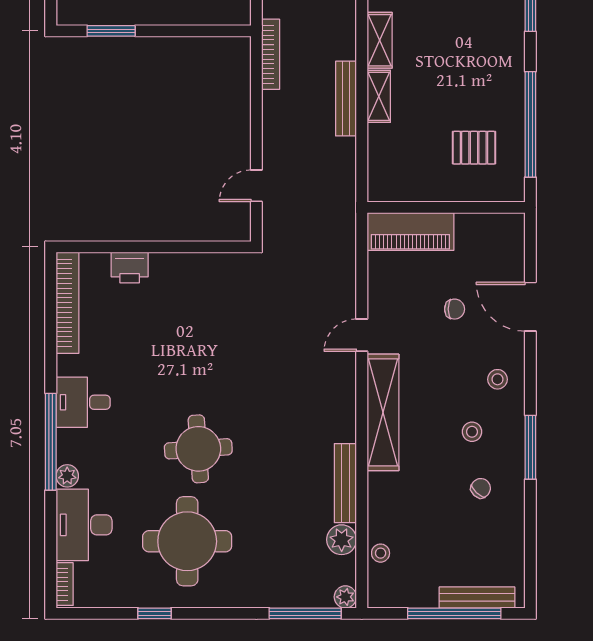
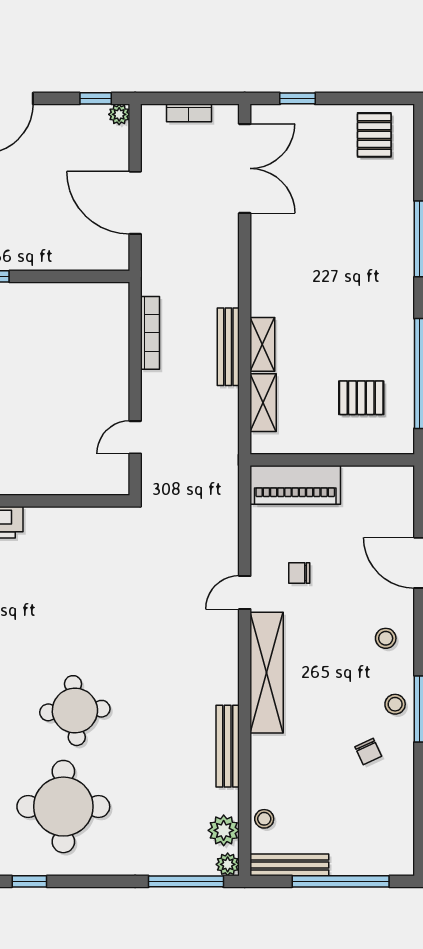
shelving: (380, 40) -> (263, 403), moved
bookcase: (271, 54) -> (150, 333), moved
chair: (455, 309) -> (299, 573), moved, turned 180
stool: (472, 432) -> (395, 704), moved
chair: (481, 488) -> (368, 751), turned 112
plant: (342, 540) -> (224, 830), moved
bench: (477, 597) -> (289, 865), moved

